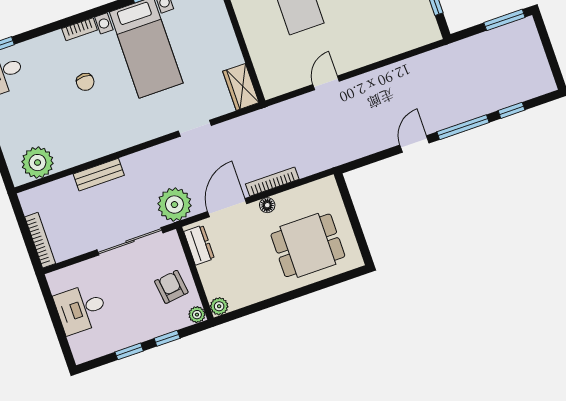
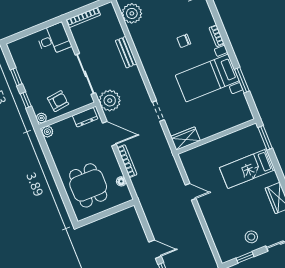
floor lamp: (267, 205) -> (121, 181), moved
desk: (81, 309) -> (54, 39), moved, turned 90

